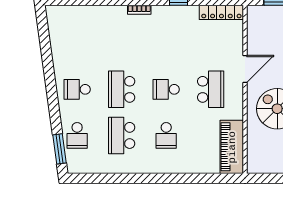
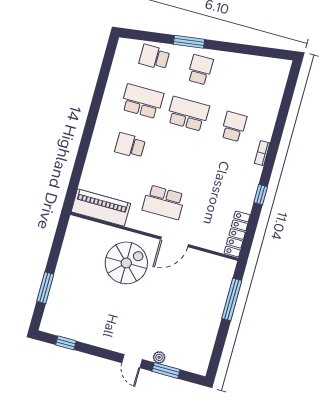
door: (245, 69) -> (174, 242), hinge flipped
school desk: (166, 89) -> (234, 126), moved
window: (60, 149) -> (189, 42), moved

